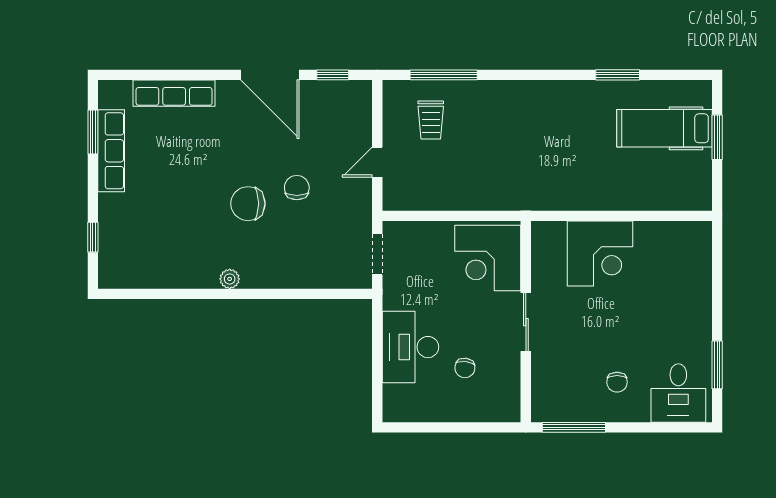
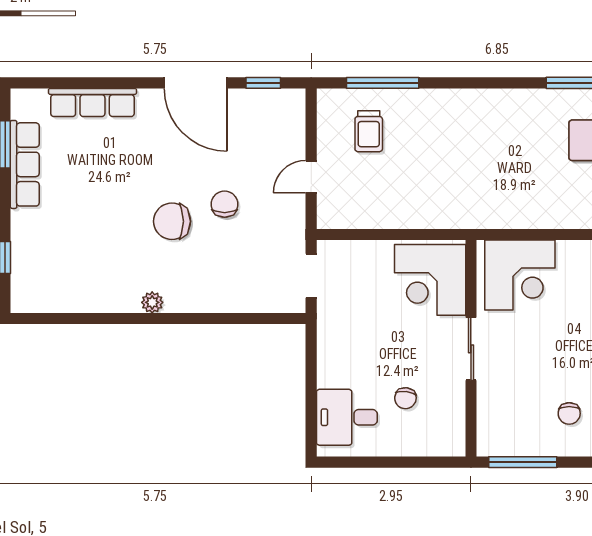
corner desk: (600, 253) -> (520, 275), moved
desk: (410, 347) -> (347, 417), moved, width x0.73

